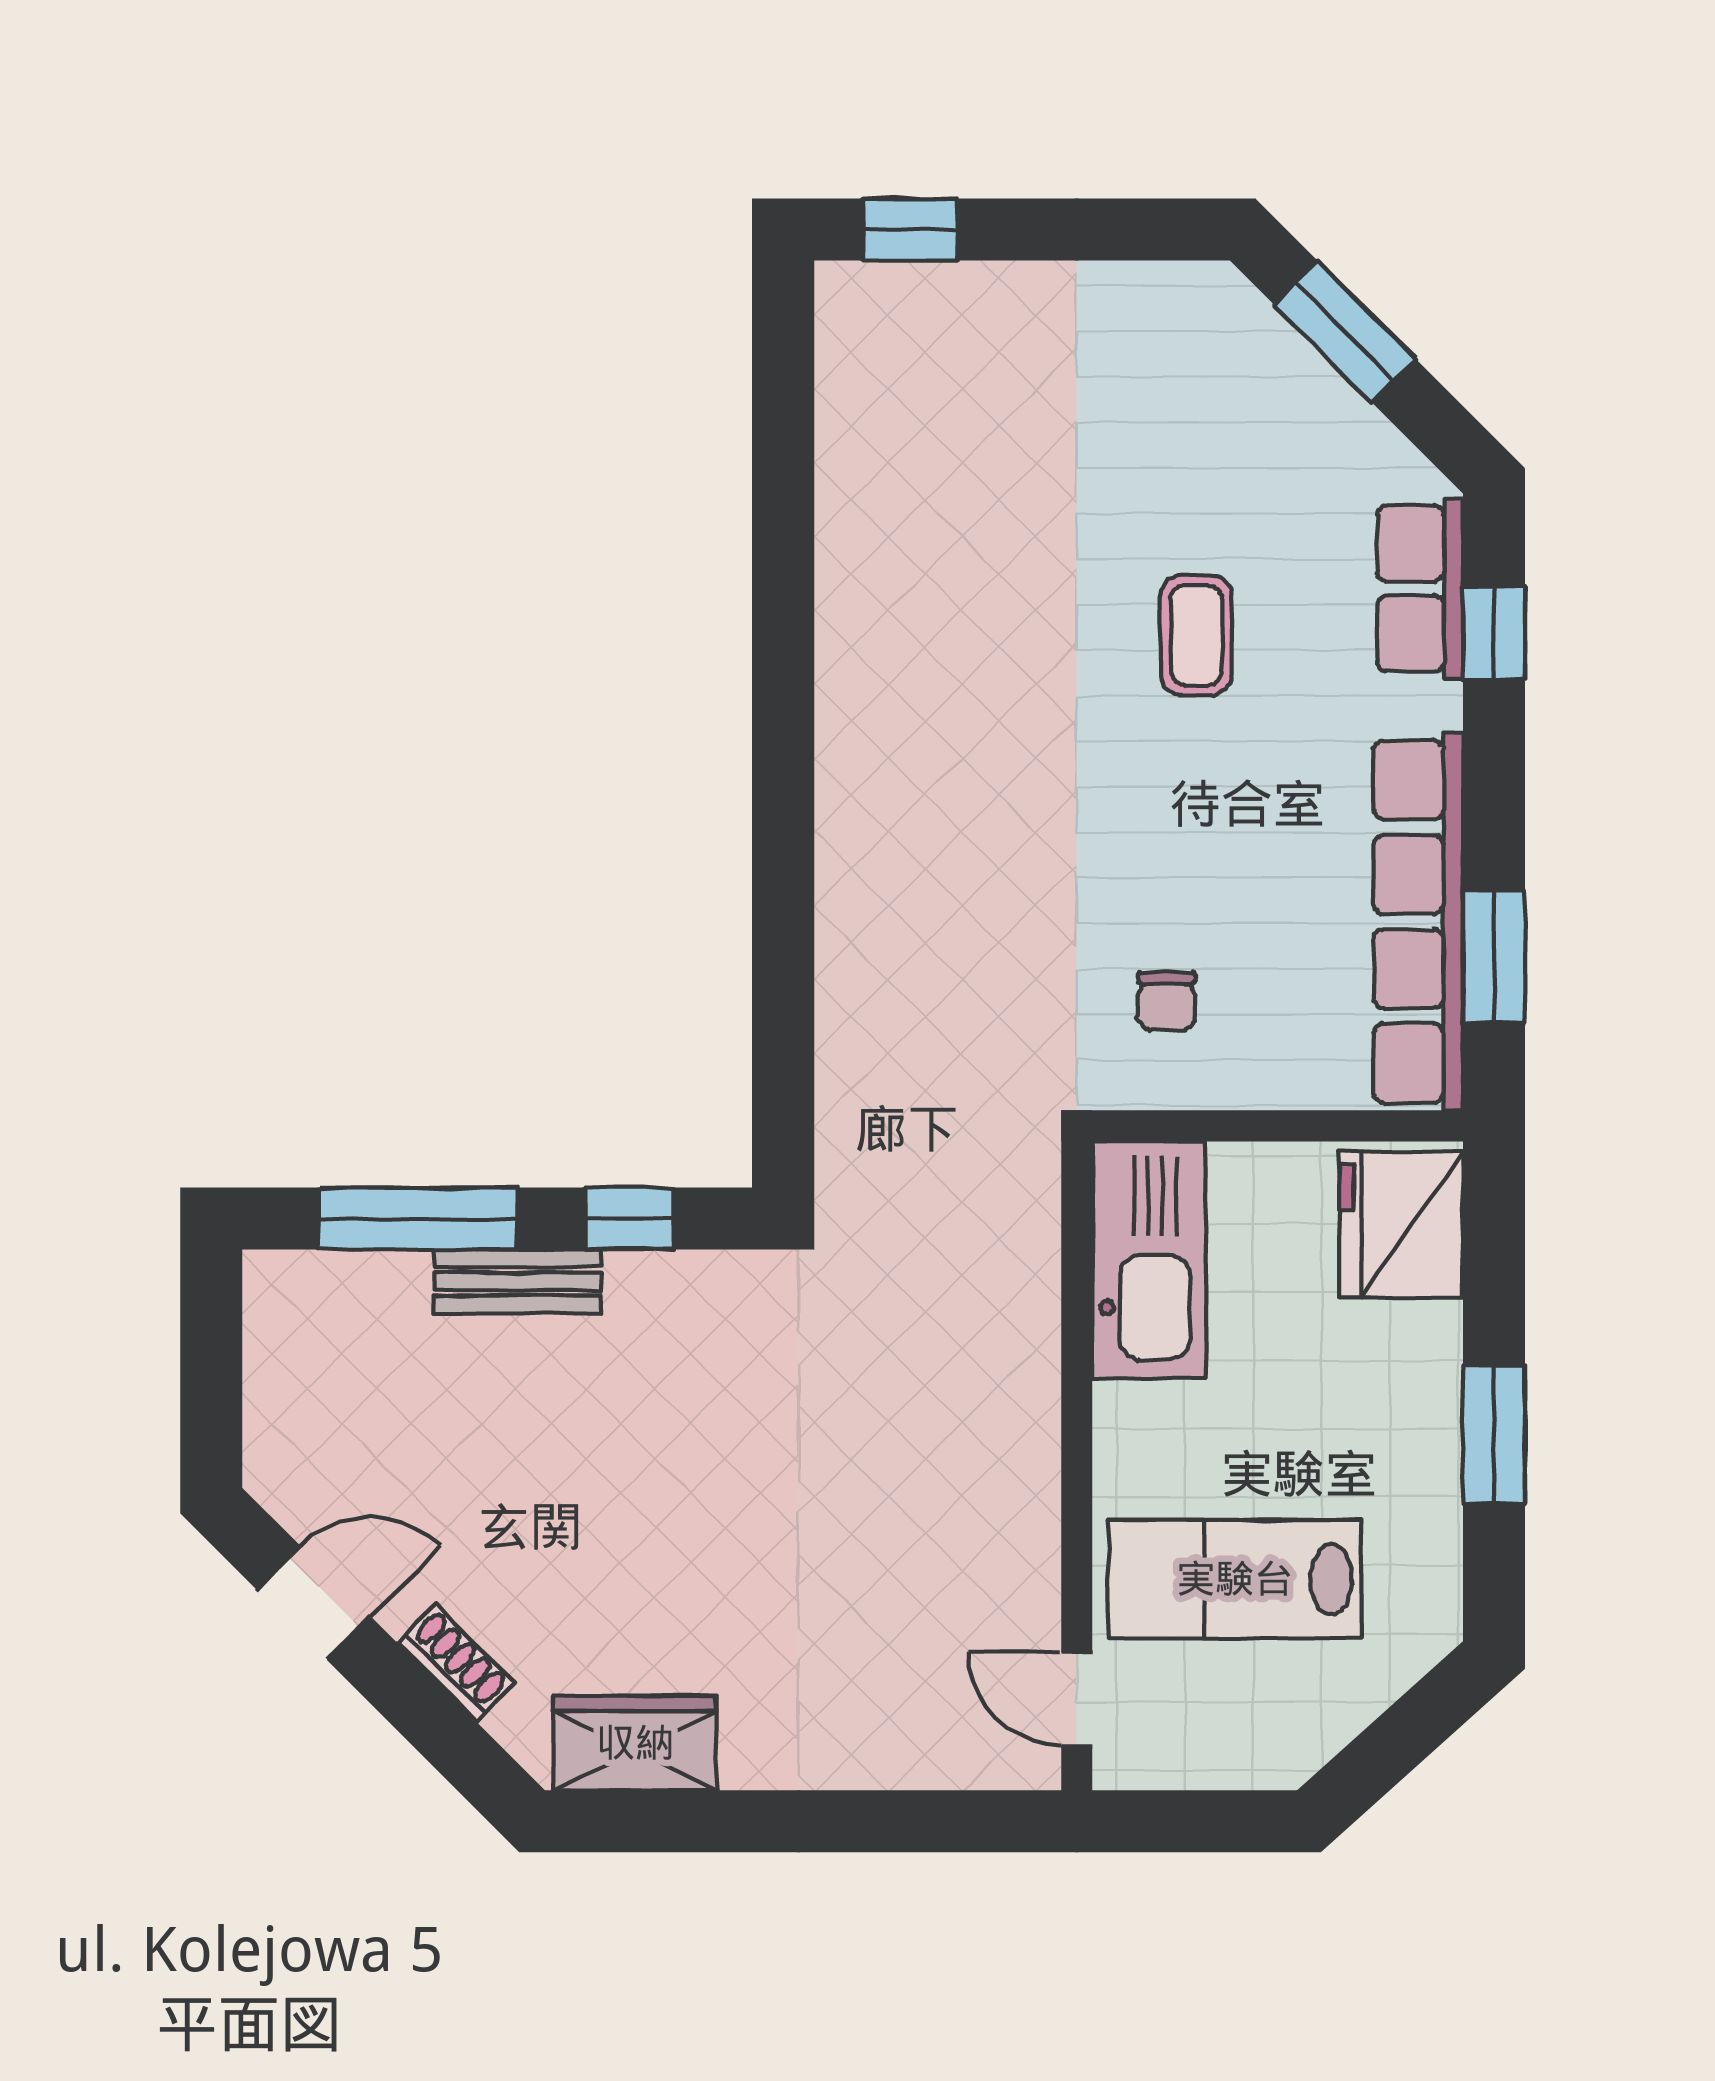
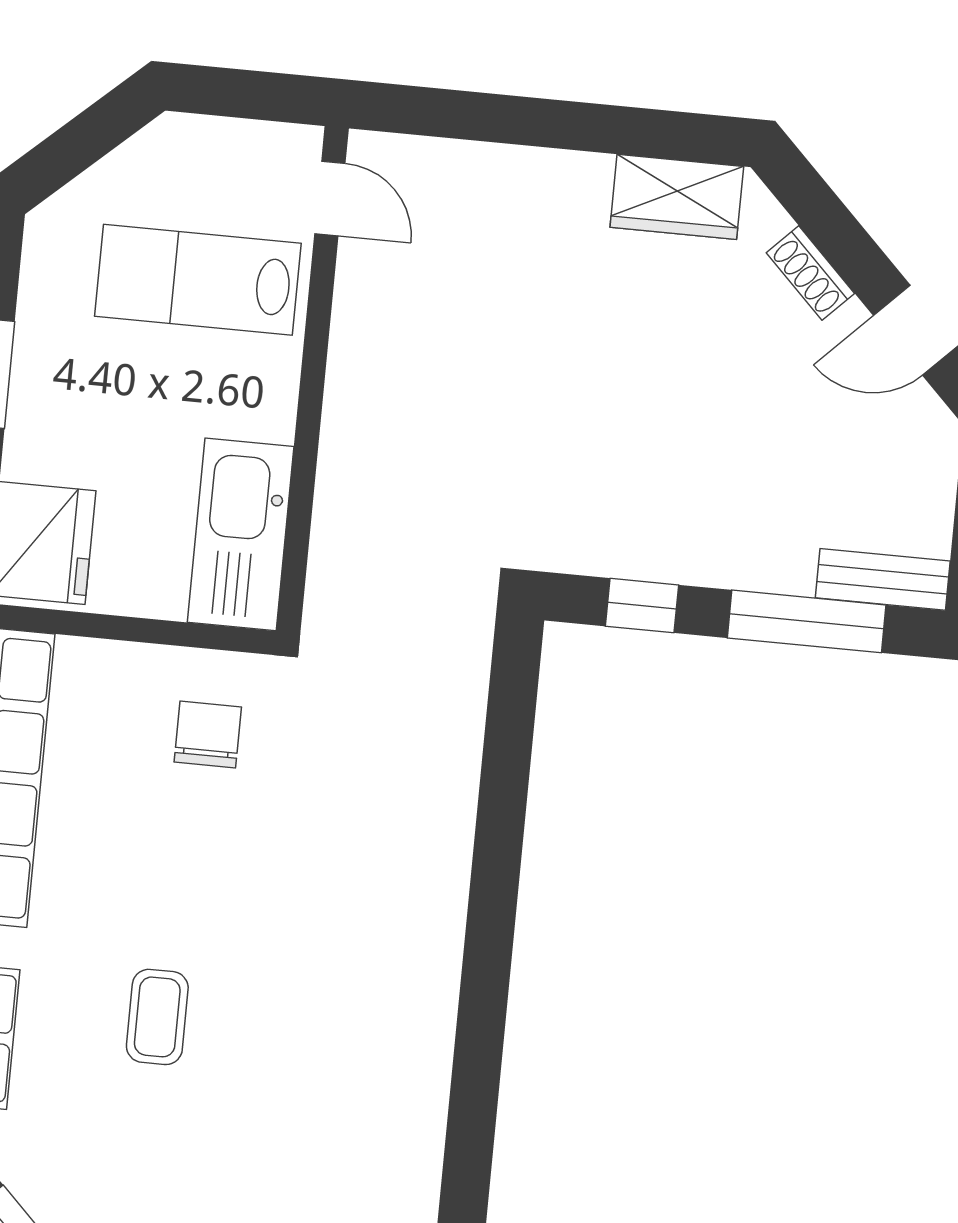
chair: (1167, 1001) -> (208, 734), width x1.37, depth x1.37
bench: (518, 1281) -> (883, 579), moved
lab bench: (1235, 1579) -> (198, 280), turned 180

